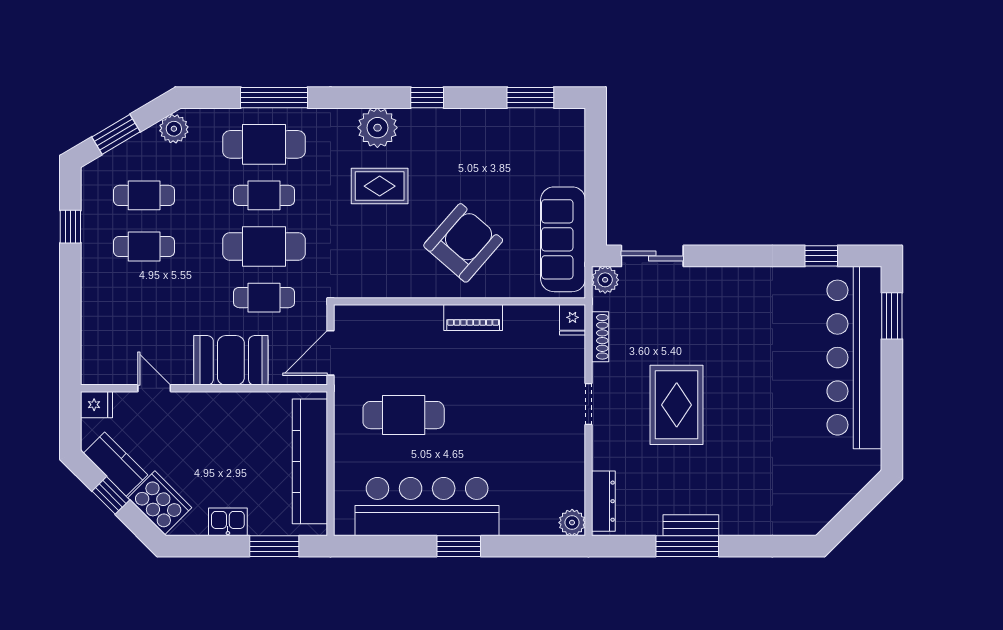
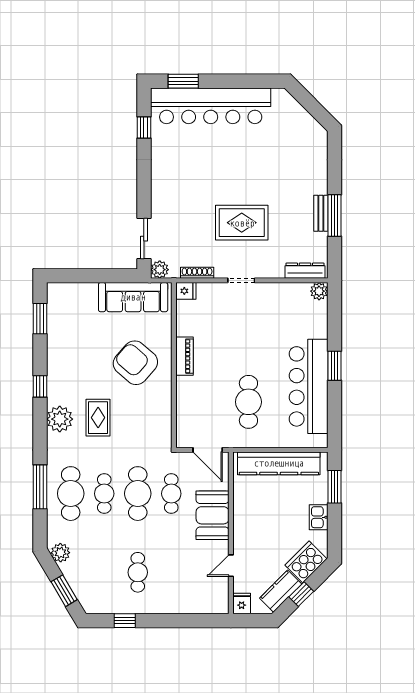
cafe table: (144, 195) -> (104, 572), removed

